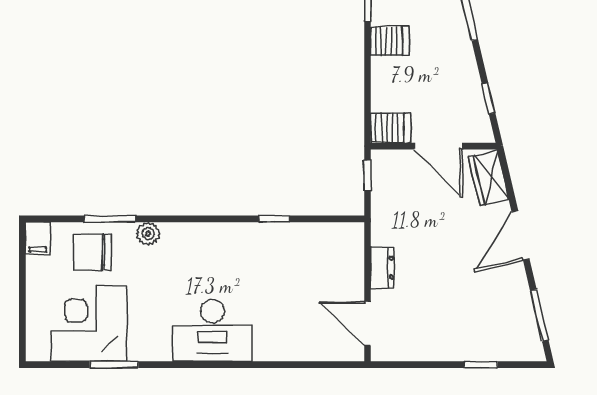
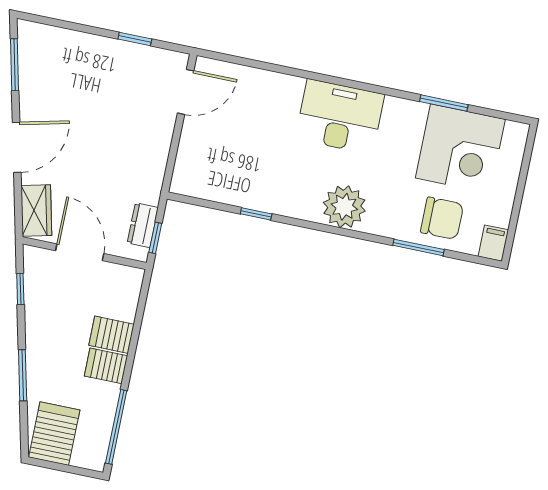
server rack: (391, 128) -> (111, 335), moved
plant: (148, 234) -> (344, 207), moved, width x1.87, depth x1.87
dresser: (382, 268) -> (143, 225), moved
door: (368, 323) -> (186, 92), hinge flipped
window: (481, 365) -> (135, 39), moved

